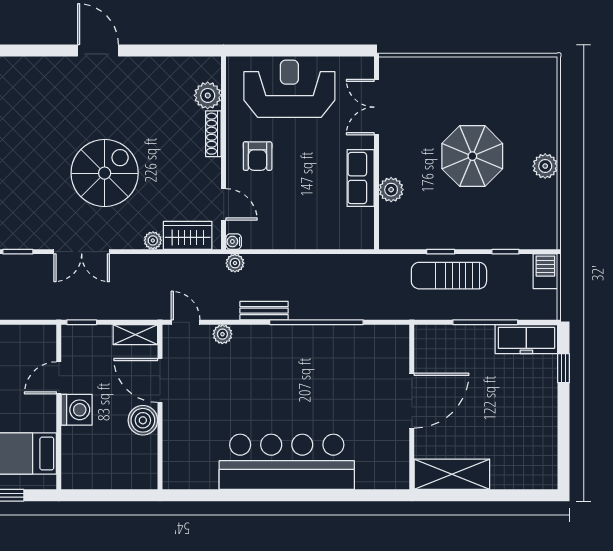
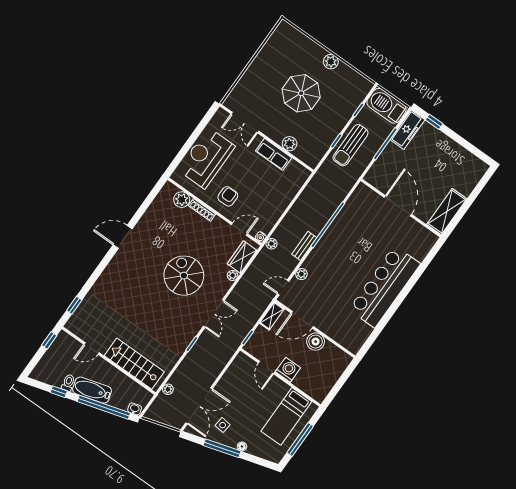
armchair: (258, 156) -> (228, 196), turned -90
barbecue: (545, 271) -> (386, 106), width x1.88, depth x1.53

